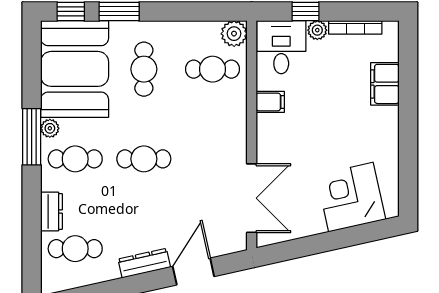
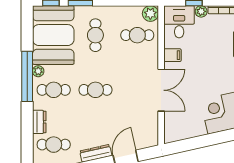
window: (32, 137) -> (27, 76), width x1.46
double door: (252, 198) -> (161, 90), moved

